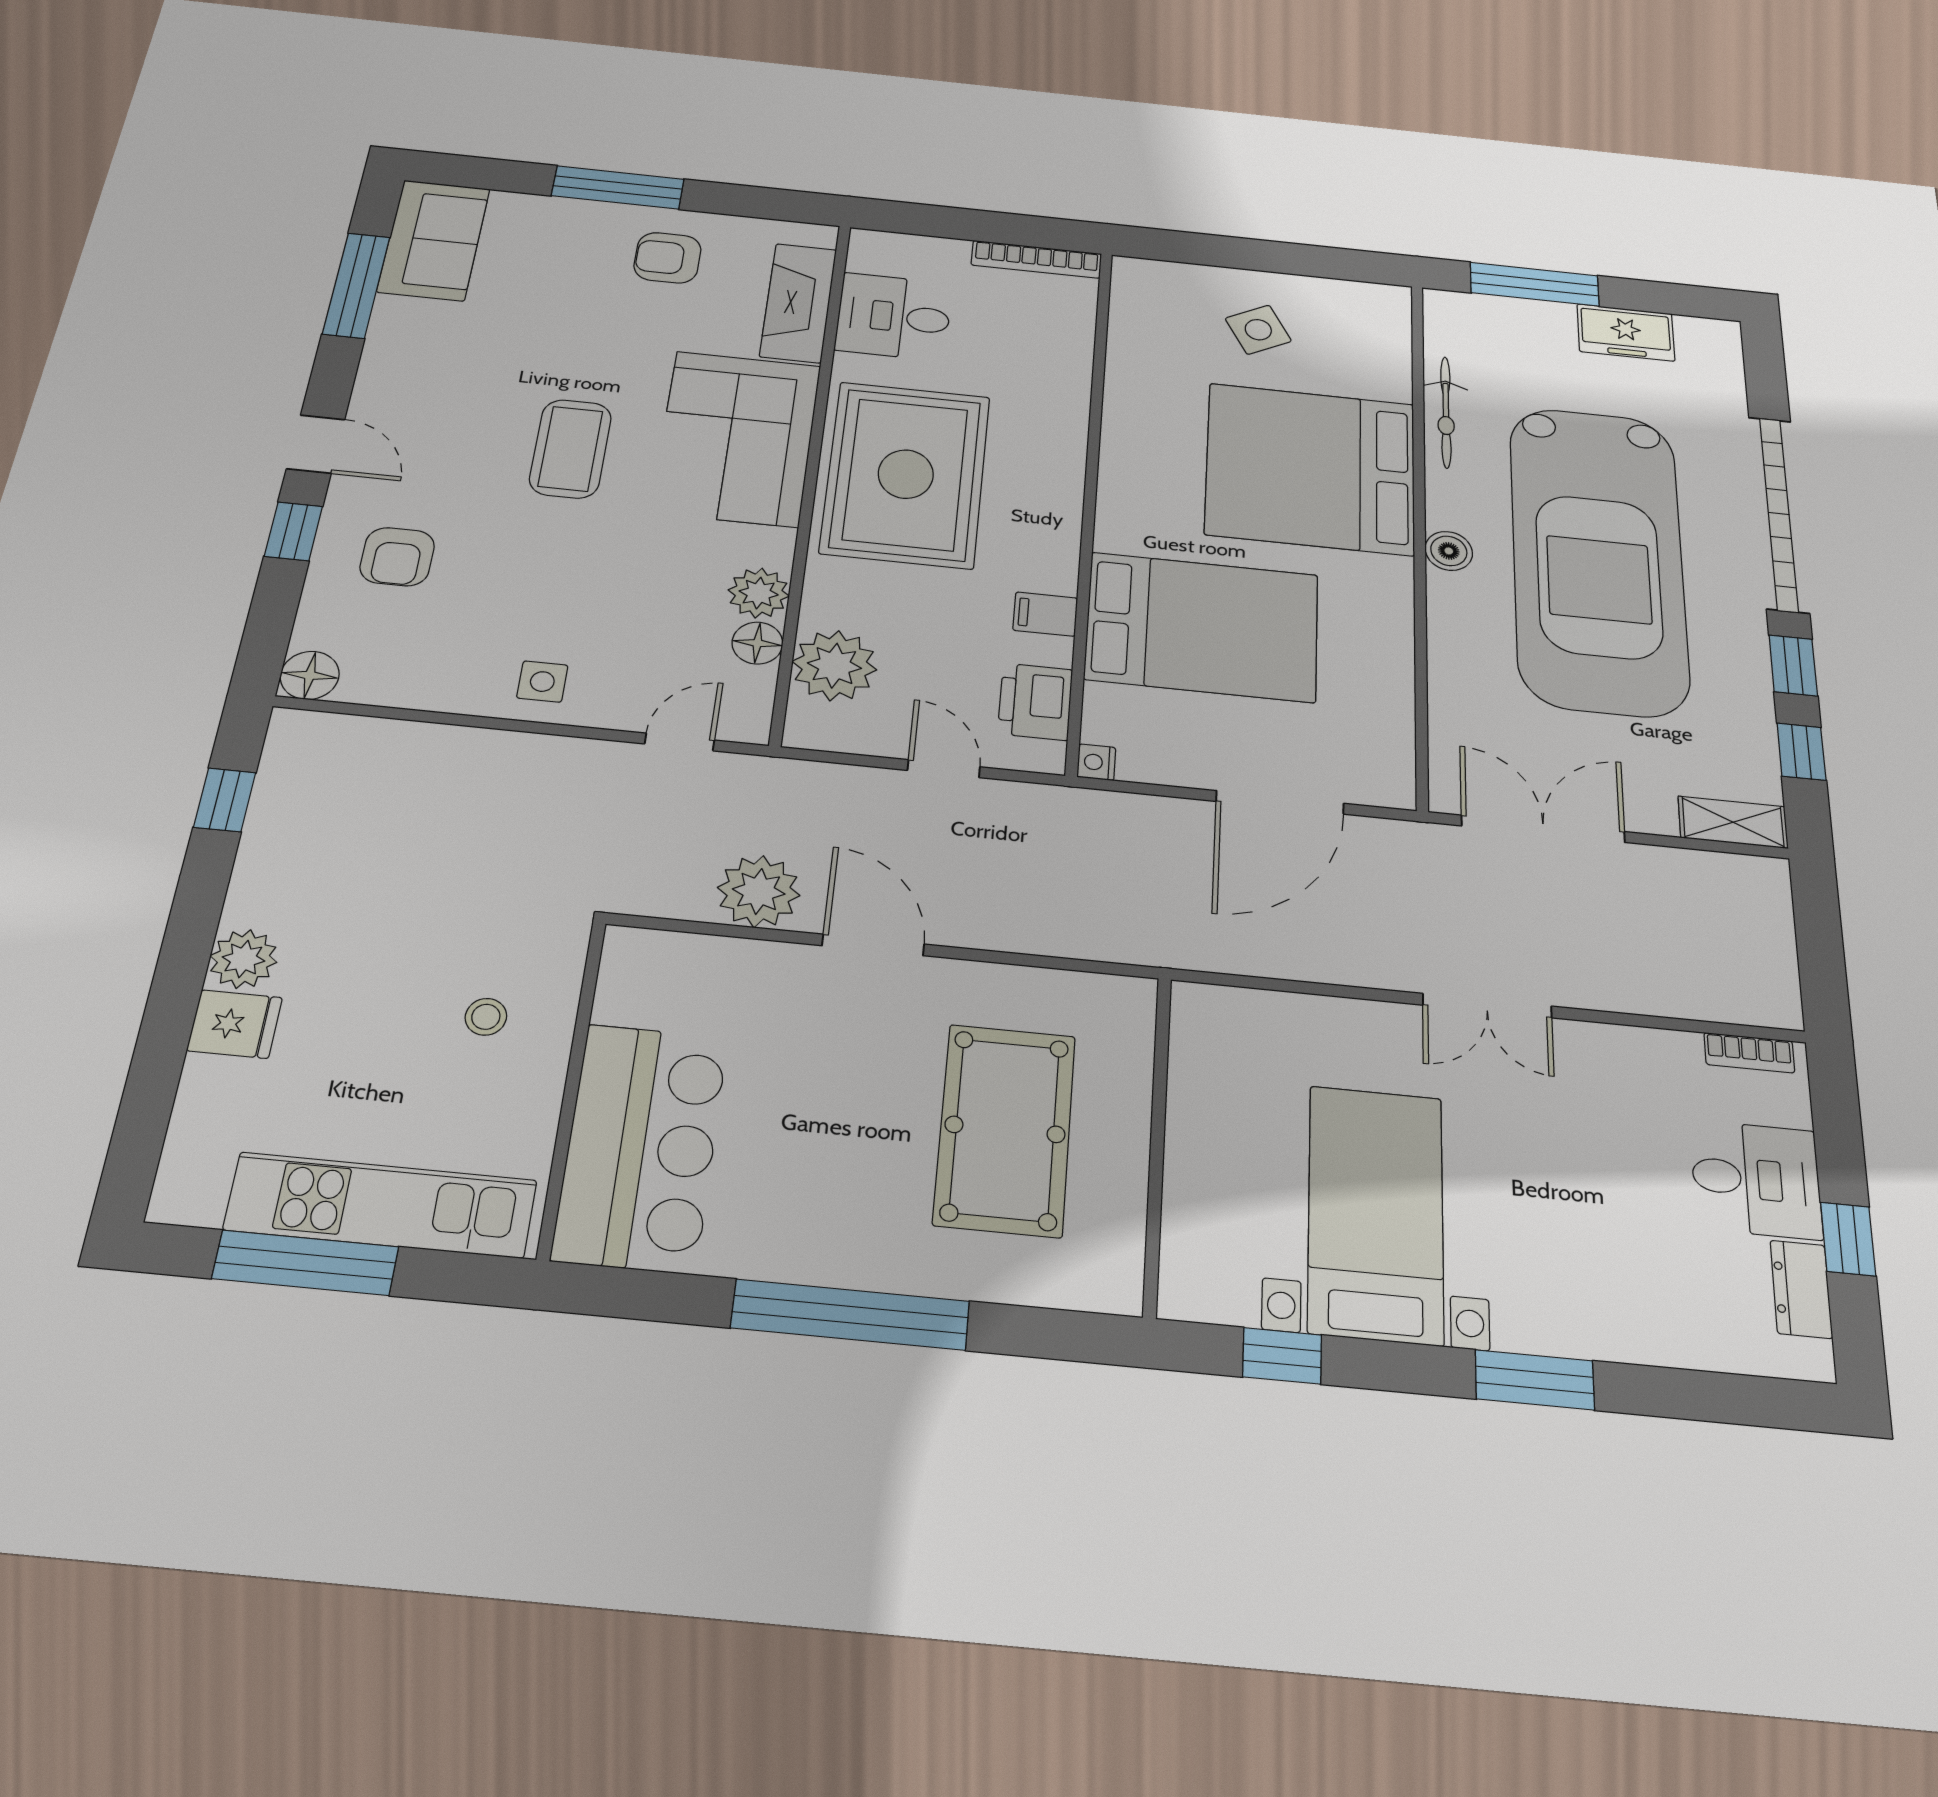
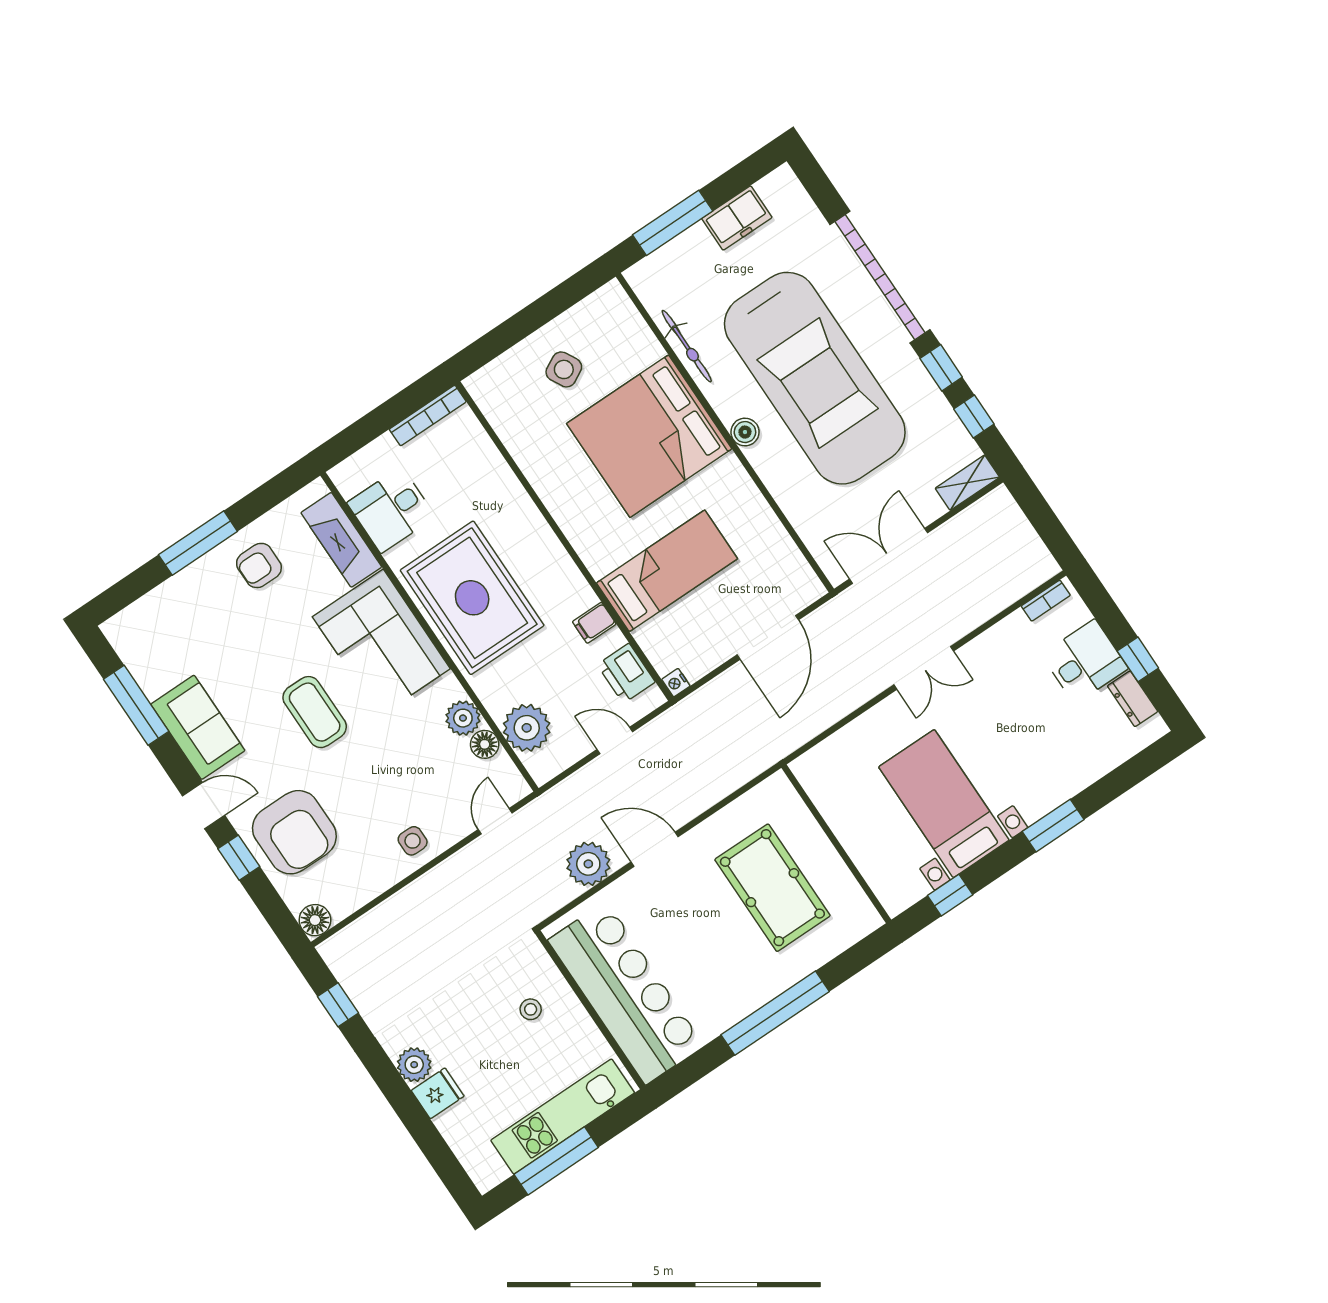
sofa: (434, 240) -> (198, 727), moved
armchair: (397, 557) -> (294, 832), width x1.88, depth x1.88
bed: (1202, 627) -> (667, 571), width x0.67
bar counter: (641, 1147) -> (626, 993), width x1.36

